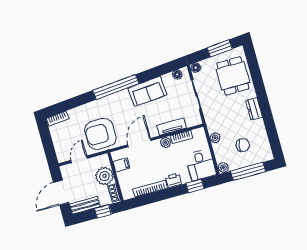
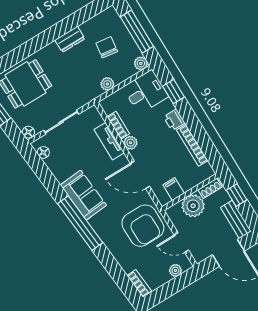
sofa: (147, 91) -> (83, 195), moved
dresser: (254, 109) -> (70, 39), moved
plant: (59, 149) -> (175, 270), added

